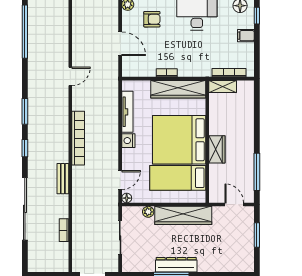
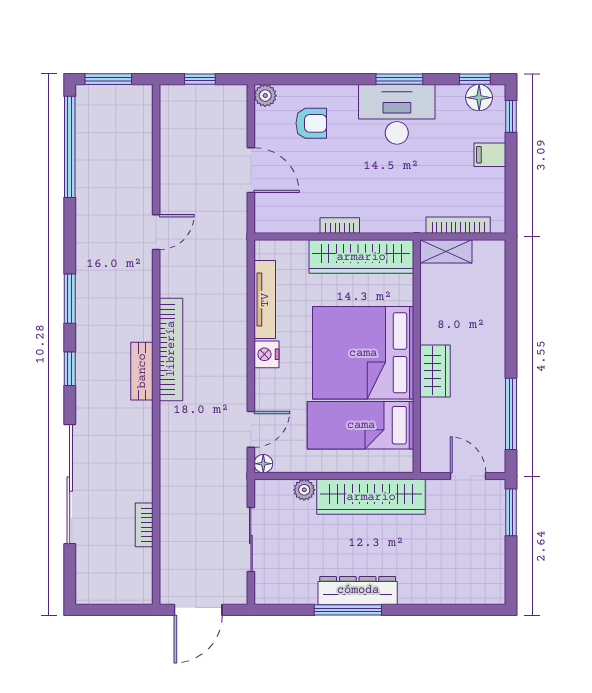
bench: (63, 179) -> (142, 371), moved
window: (257, 235) -> (511, 512), moved

